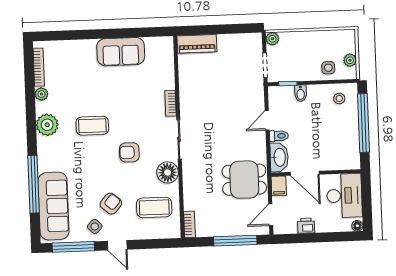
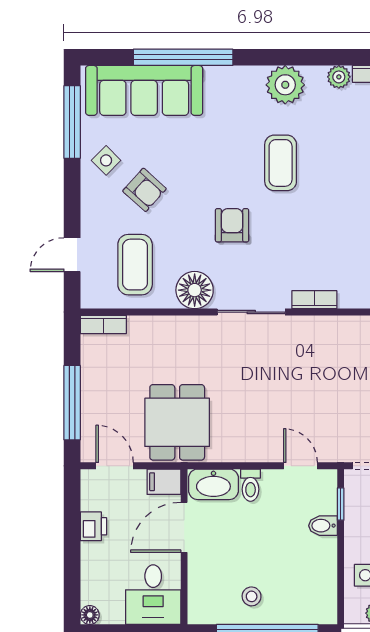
stool: (339, 98) -> (252, 596), moved
door: (267, 120) -> (300, 466), moved
desk: (344, 196) -> (153, 595), width x0.73
door: (117, 245) -> (72, 255), moved

